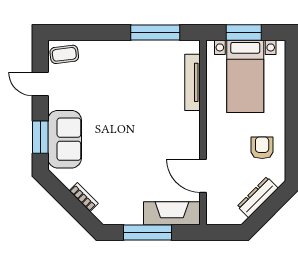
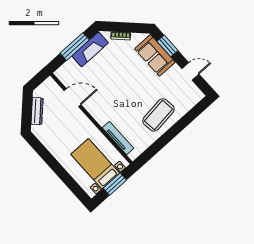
window: (155, 33) -> (157, 146), removed
coffee table: (64, 54) -> (158, 115), moved, width x1.86, depth x1.72
armchair: (262, 148) -> (56, 137), removed
fireplace: (172, 213) -> (90, 49), moved

